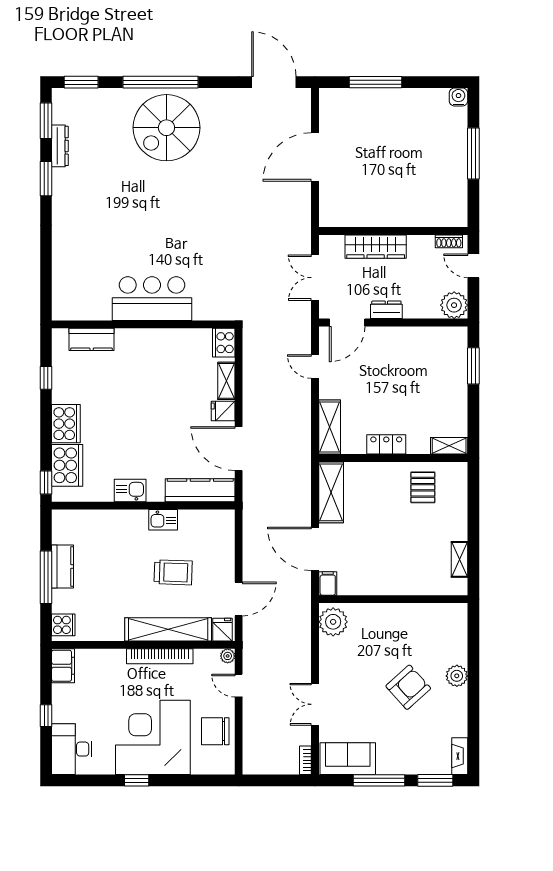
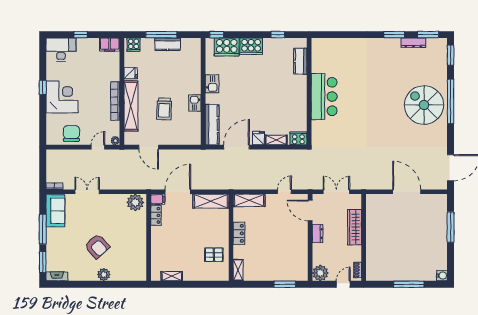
locker: (355, 587) -> (156, 215), added
fridge: (223, 630) -> (131, 73), moved
corner desk: (153, 737) -> (62, 97), width x0.74, depth x0.74

